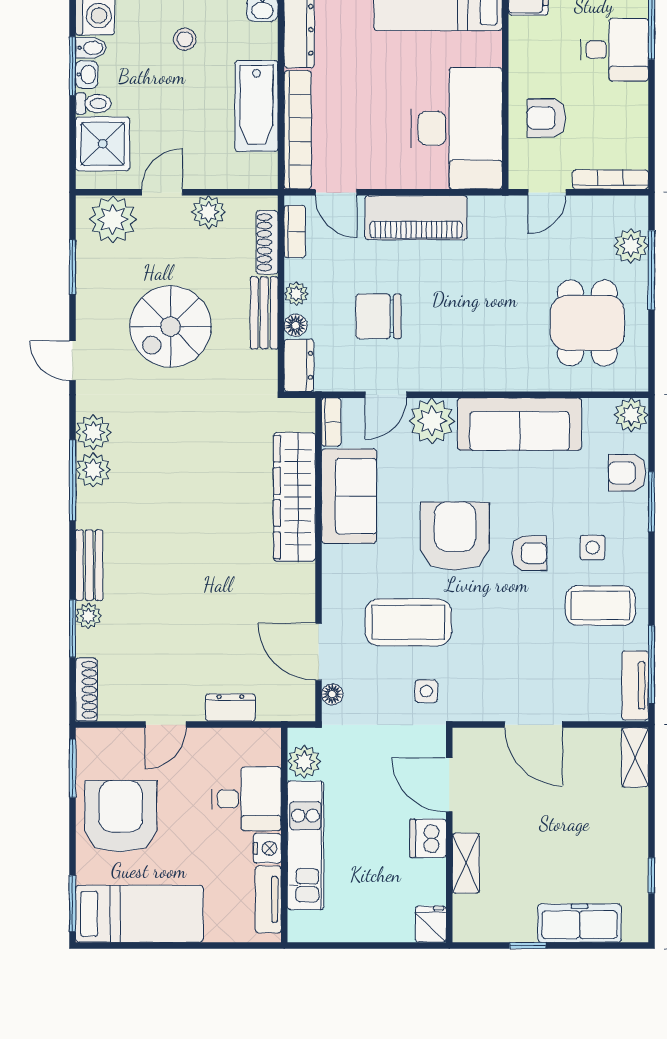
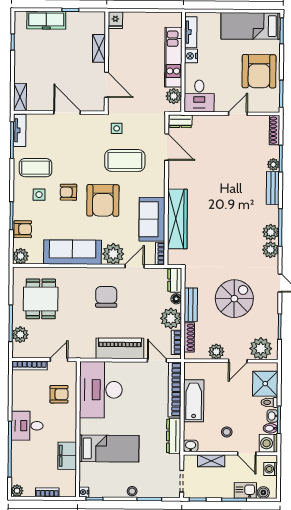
plant: (296, 294) -> (171, 318), width x1.88, depth x1.88
chair: (378, 316) -> (106, 297), moved, turned -90
floor lamp: (332, 694) -> (160, 127), removed
dresser: (230, 708) -> (180, 121), moved
desk: (247, 799) -> (199, 96), moved, turned -90
dishwasher: (428, 838) -> (116, 60), removed

